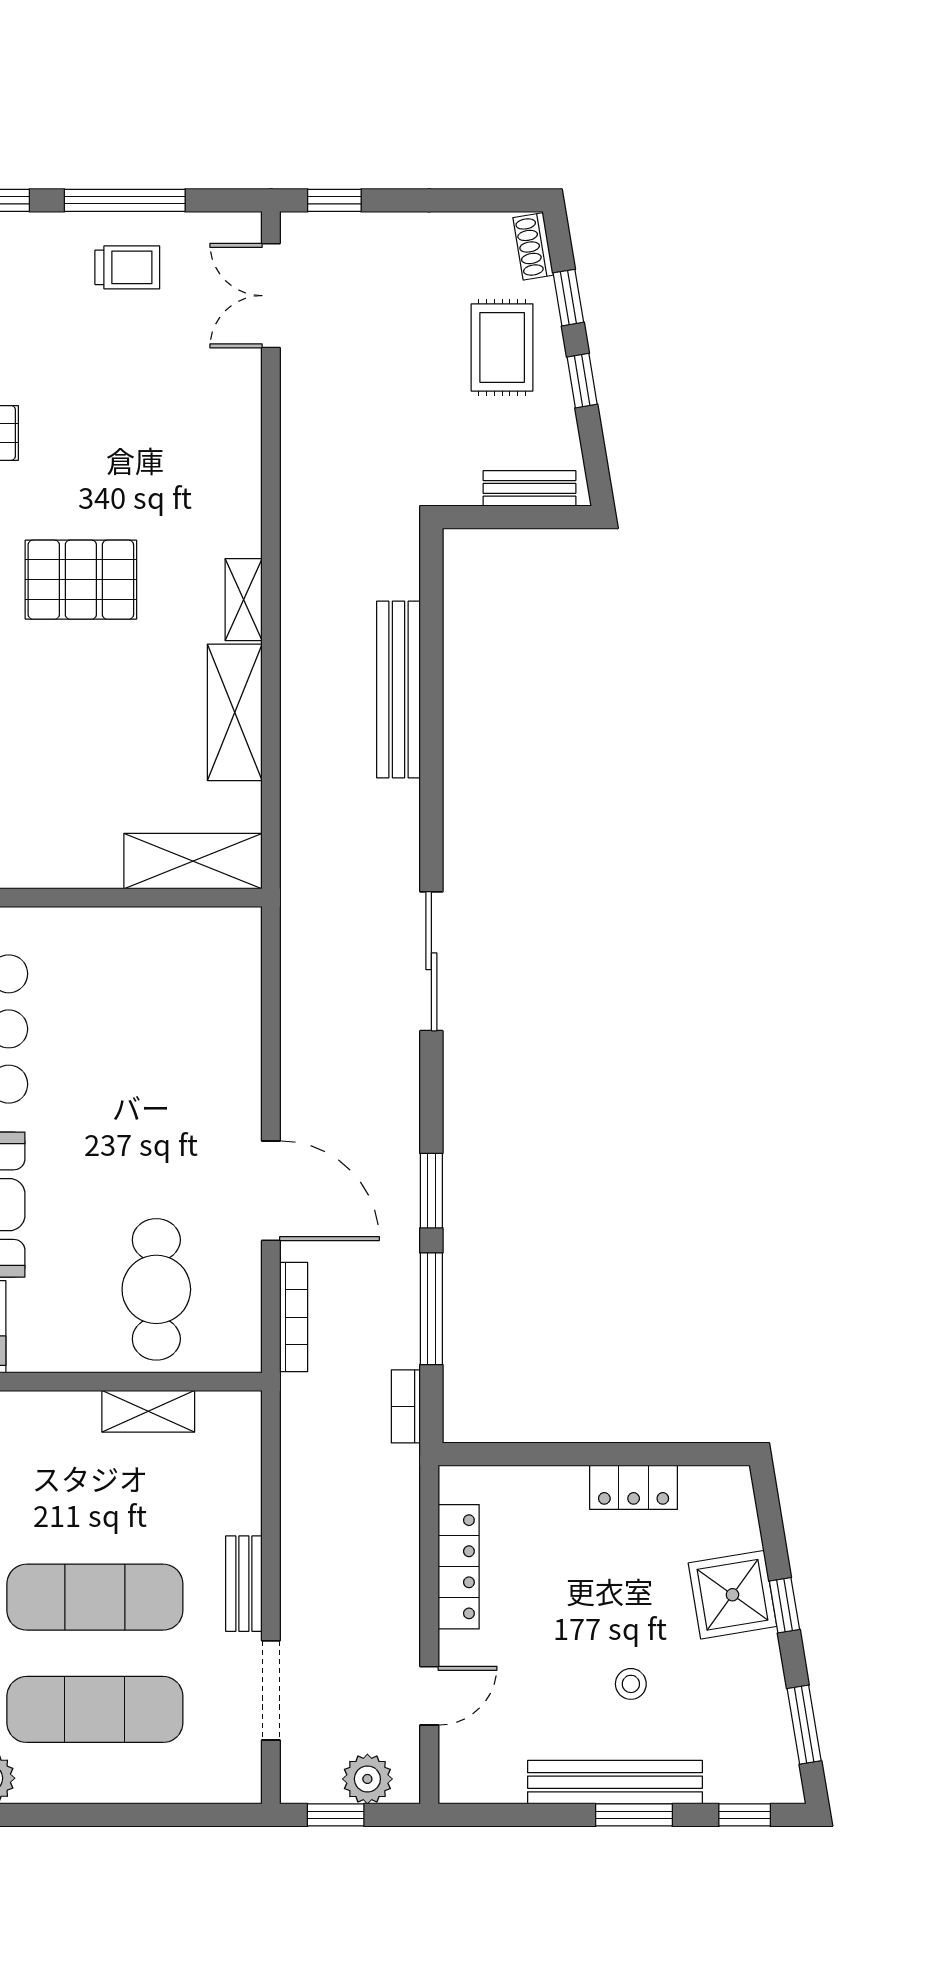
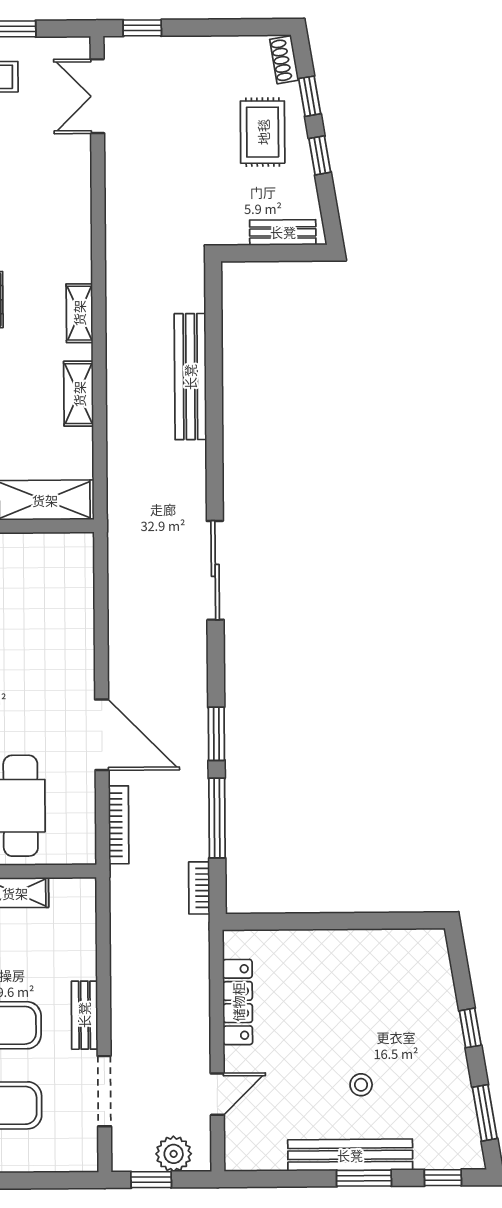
shelving: (235, 712) -> (79, 394), width x0.67, depth x0.75
locker: (634, 1487) -> (362, 945), removed
shower: (732, 1595) -> (433, 1021), removed

